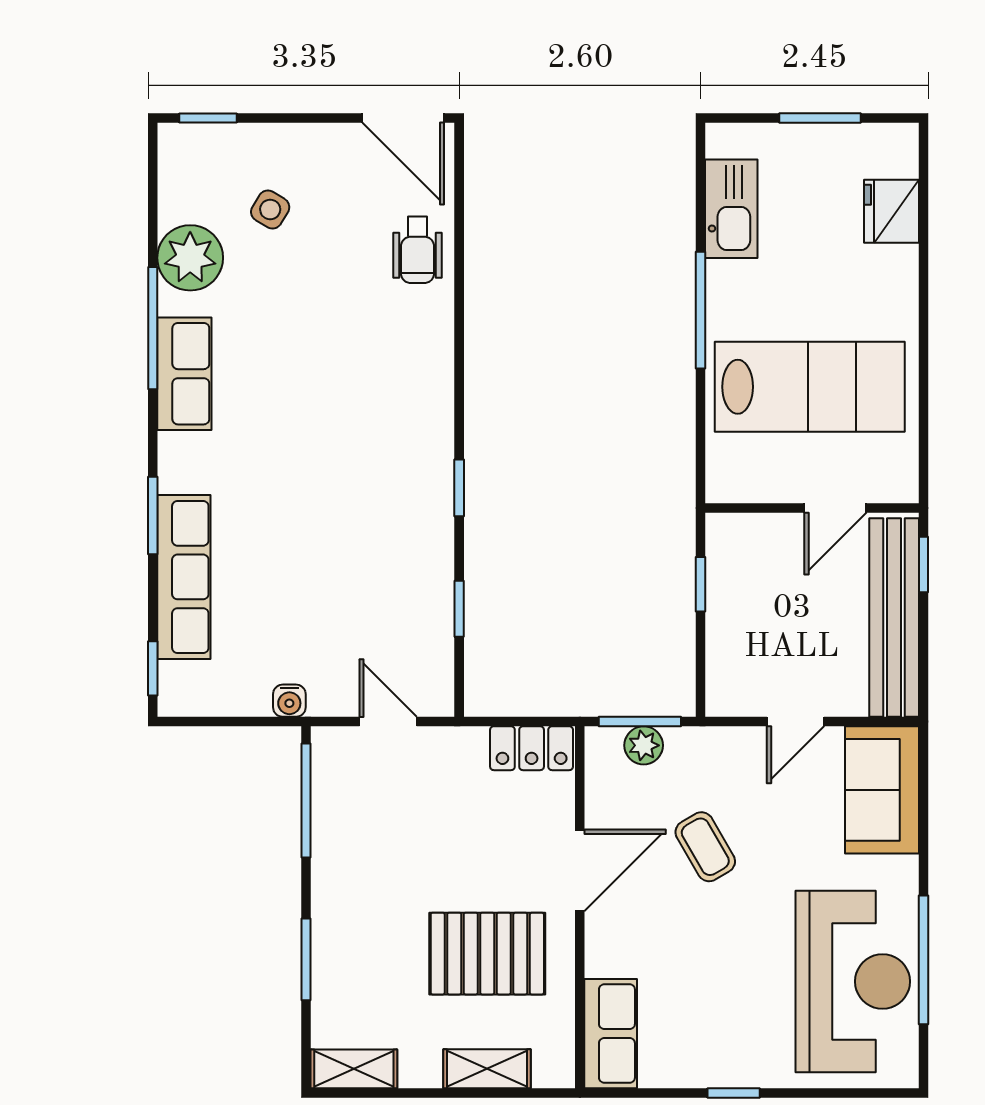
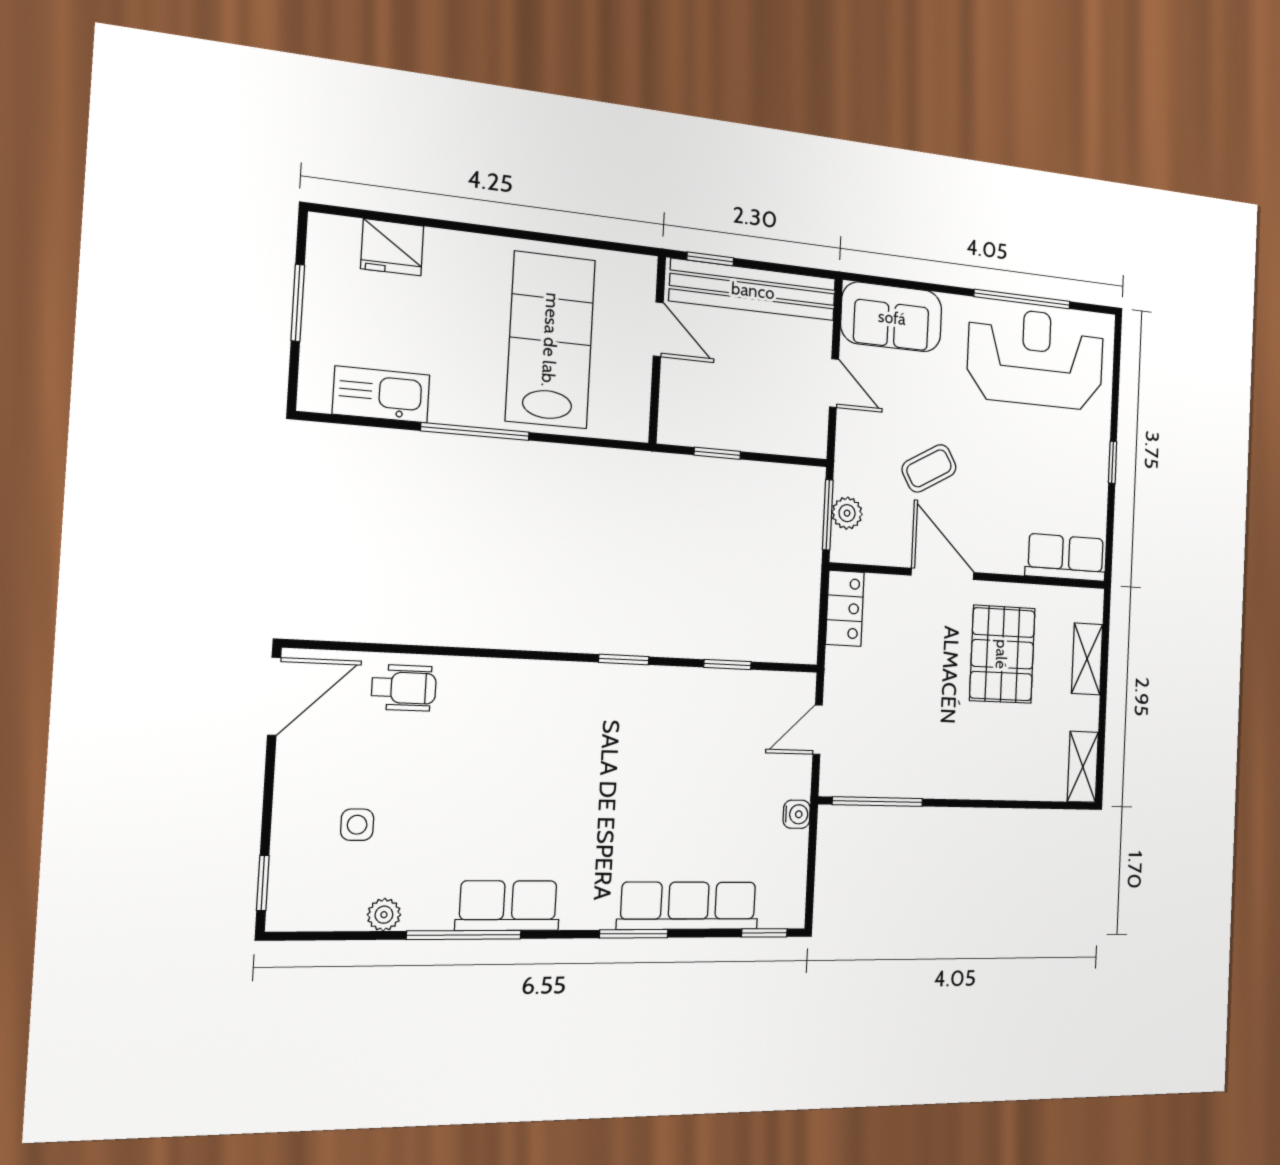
side table: (270, 210) -> (357, 825), turned -31
plant: (190, 258) -> (384, 915), width x0.53, depth x0.53
window: (306, 959) -> (1000, 804), removed

